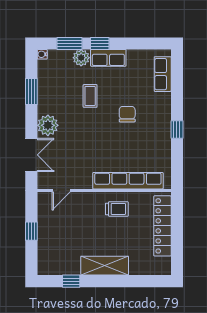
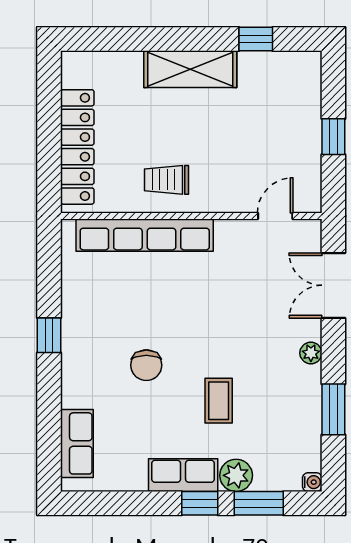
plant: (48, 125) -> (311, 353), width x0.53, depth x0.53

